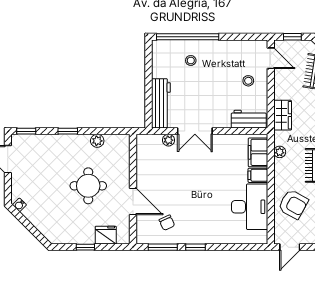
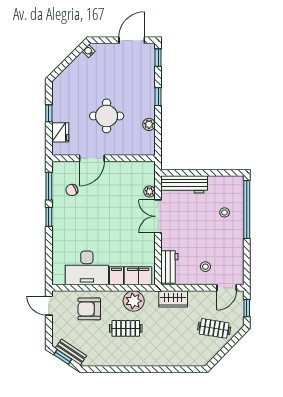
plant: (280, 152) -> (134, 301), width x1.88, depth x1.88
armchair: (293, 204) -> (89, 309), turned 61

